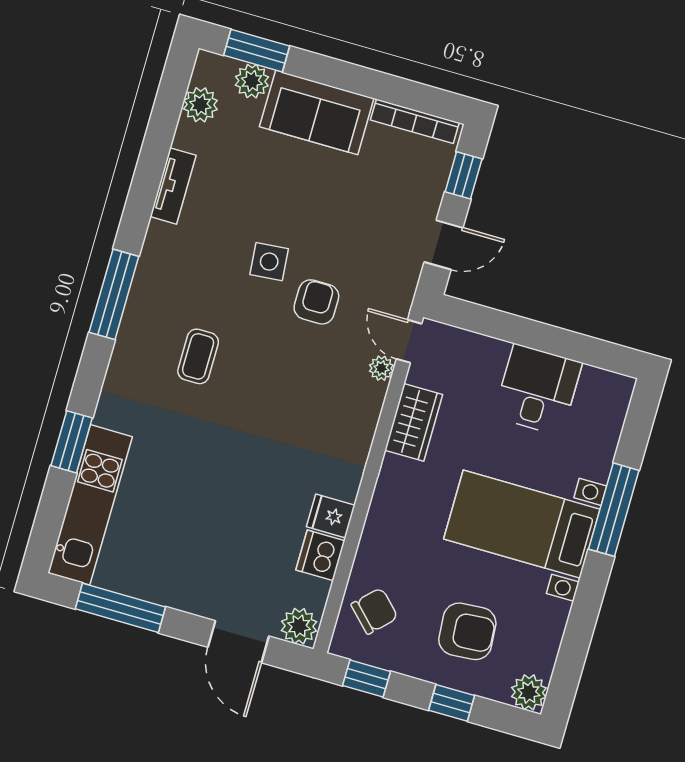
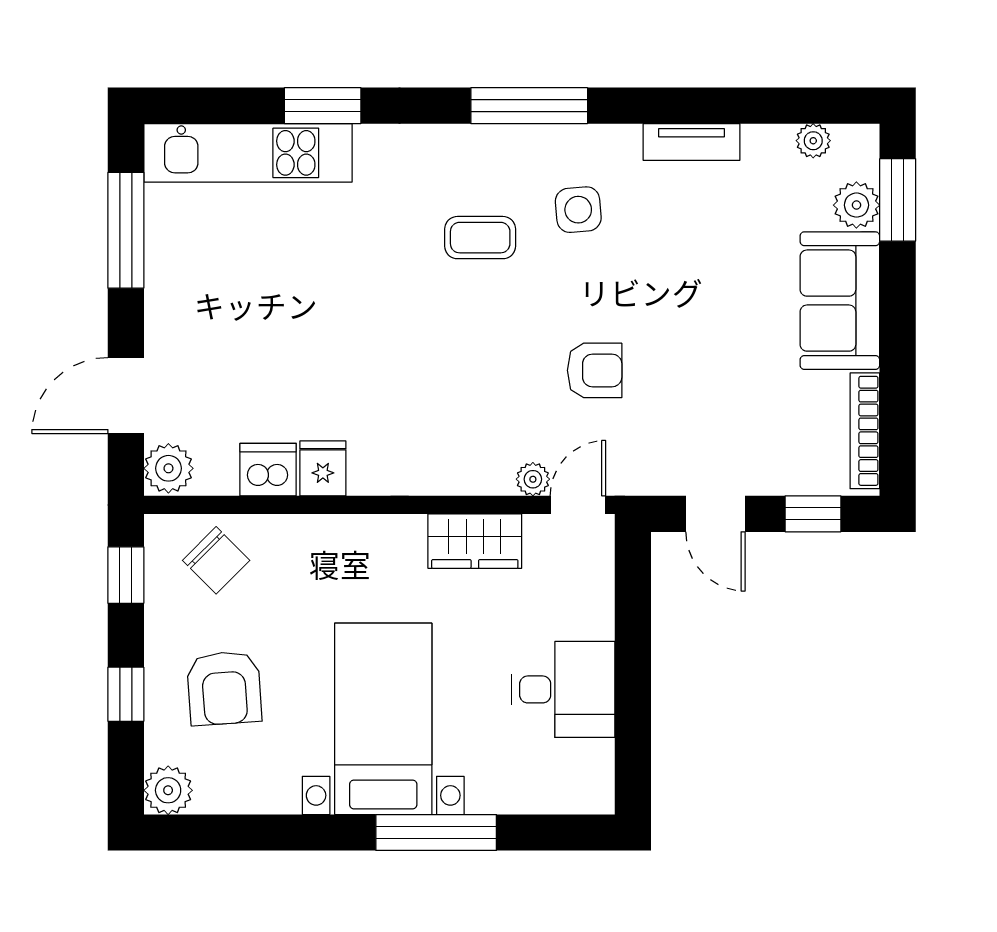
plant: (200, 105) -> (813, 141), width x0.73, depth x0.73
side table: (269, 262) -> (578, 210), moved

